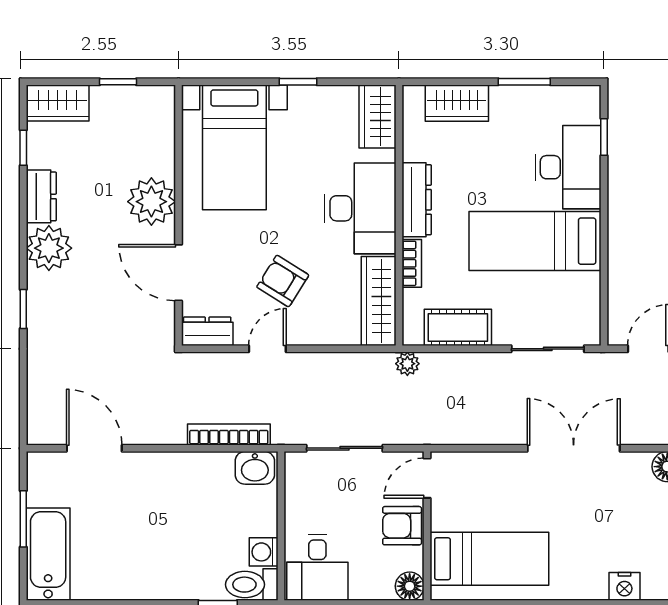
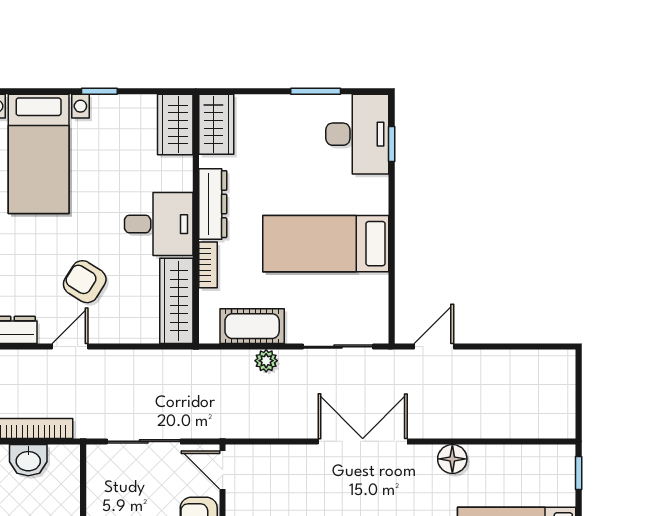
wardrobe: (457, 103) -> (216, 124), moved, turned -90
desk: (568, 167) -> (357, 134), moved
desk: (360, 208) -> (159, 224), width x0.73
plant: (407, 364) -> (266, 361), moved
washbasin: (255, 468) -> (28, 460), moved
door: (427, 478) -> (223, 470), hinge flipped

